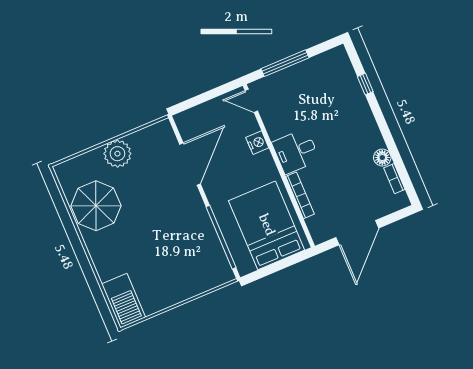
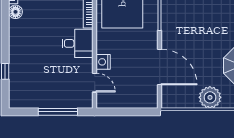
door: (251, 101) -> (95, 83), moved
door: (190, 164) -> (160, 67), swing flipped

